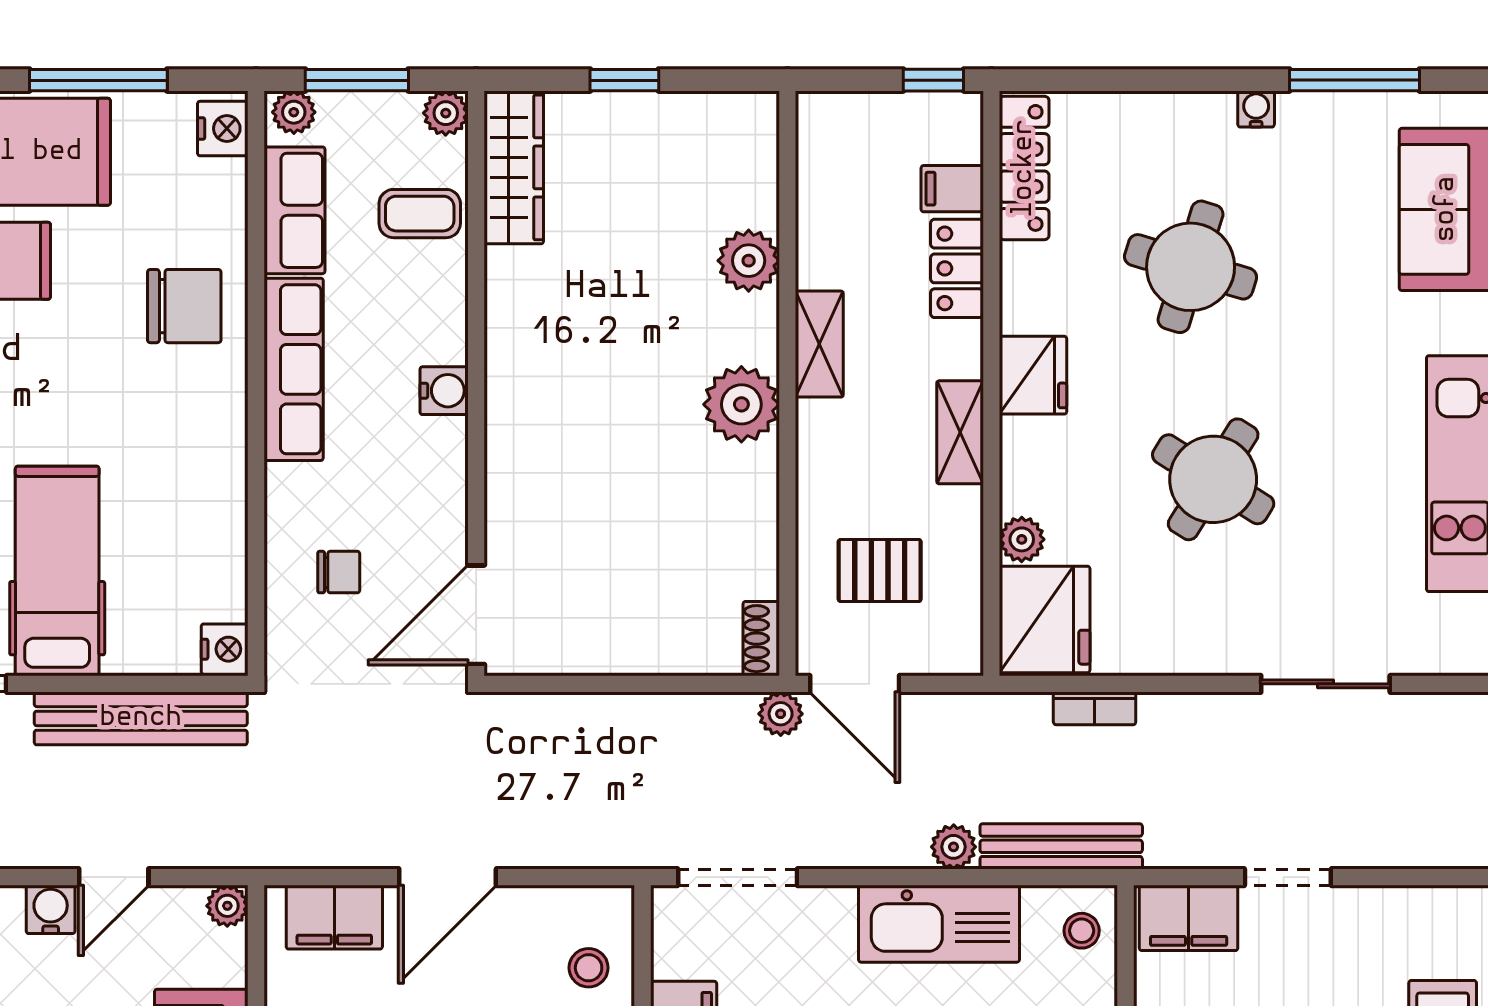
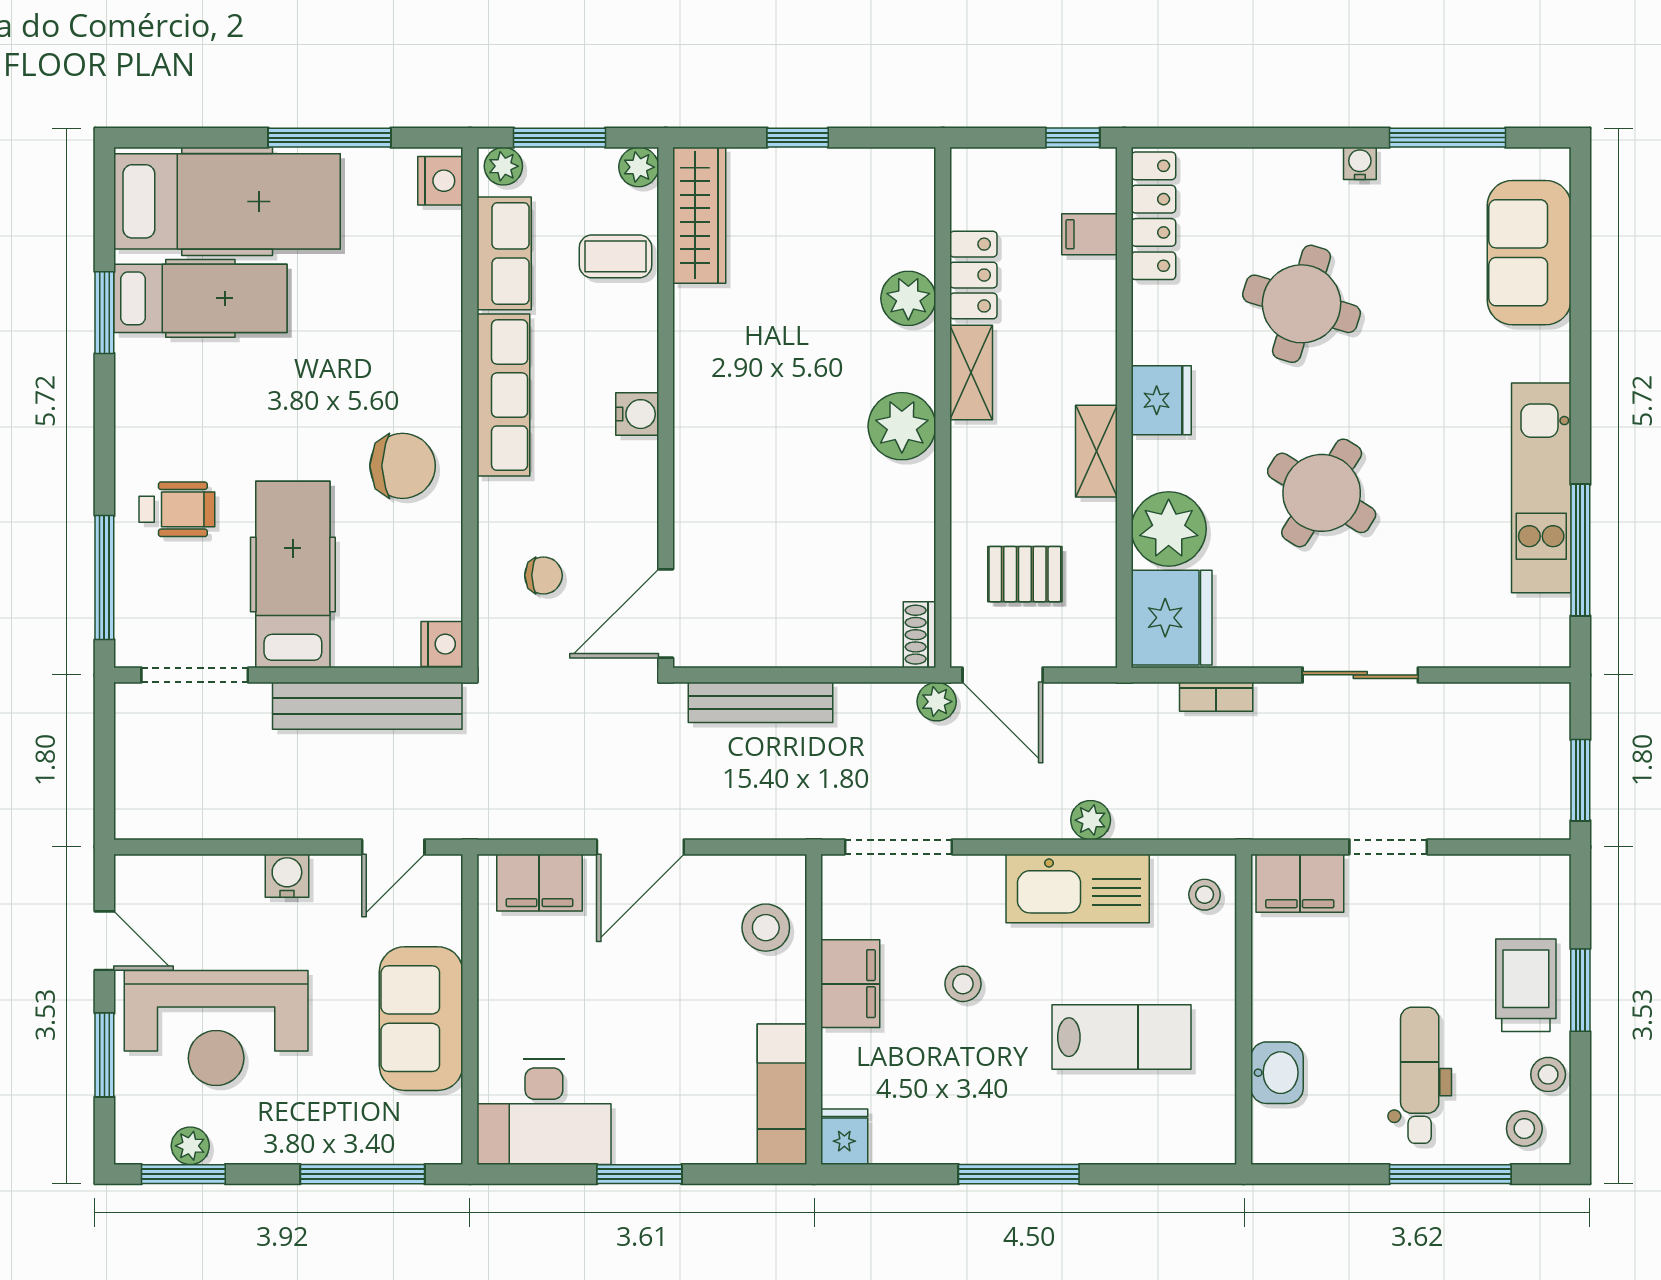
locker: (957, 268) -> (973, 275), moved, turned 180
chair: (184, 306) -> (403, 466), moved
plant: (1022, 539) -> (1169, 529), width x1.88, depth x1.88
sliding door: (1325, 684) -> (1360, 675), moved
bench: (1061, 846) -> (760, 702), moved
door: (114, 877) -> (393, 847), moved
plant: (227, 906) -> (444, 872), removed
stool: (589, 968) -> (766, 928), width x1.37, depth x1.37

